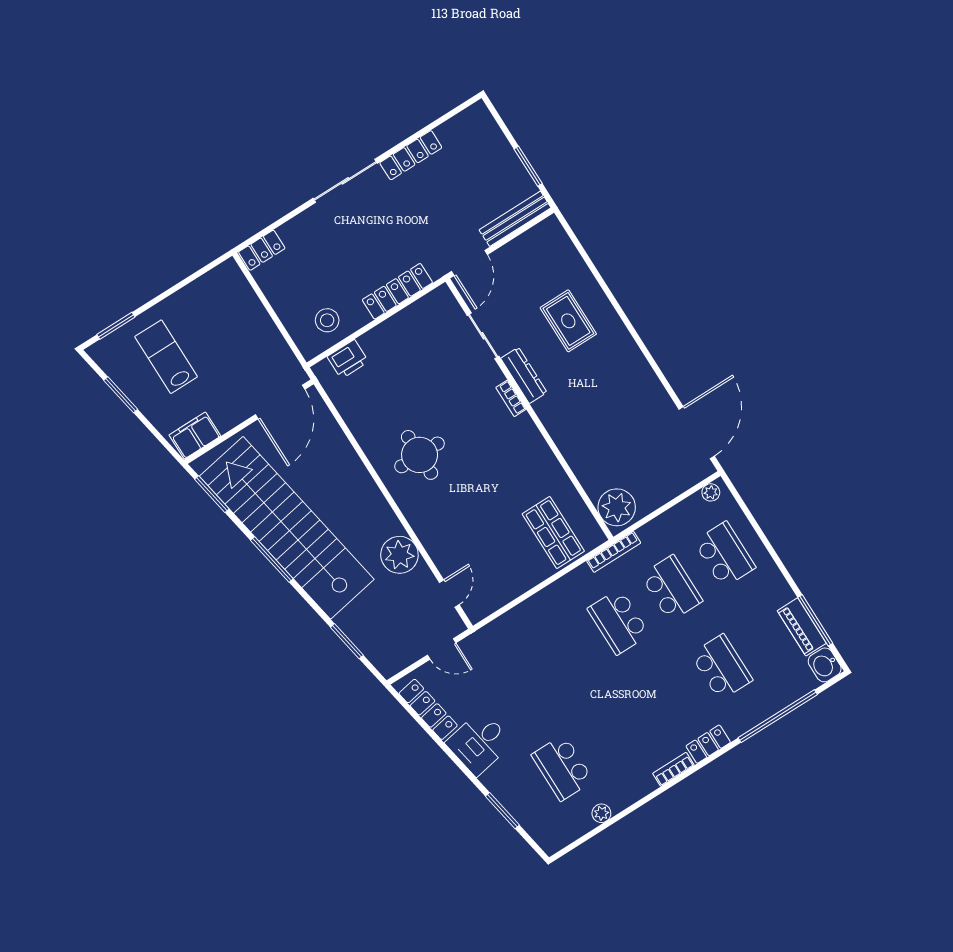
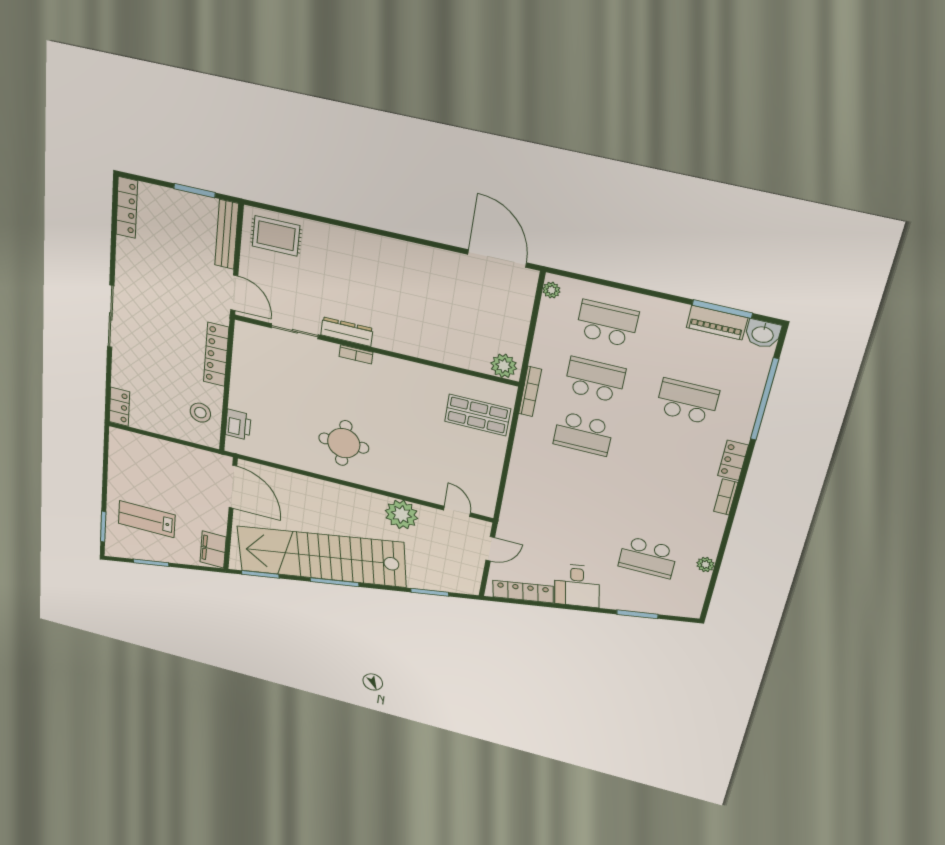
locker: (411, 155) -> (127, 208), moved
rug: (568, 321) -> (276, 236), moved
plant: (617, 507) -> (504, 366), width x0.73, depth x0.73

